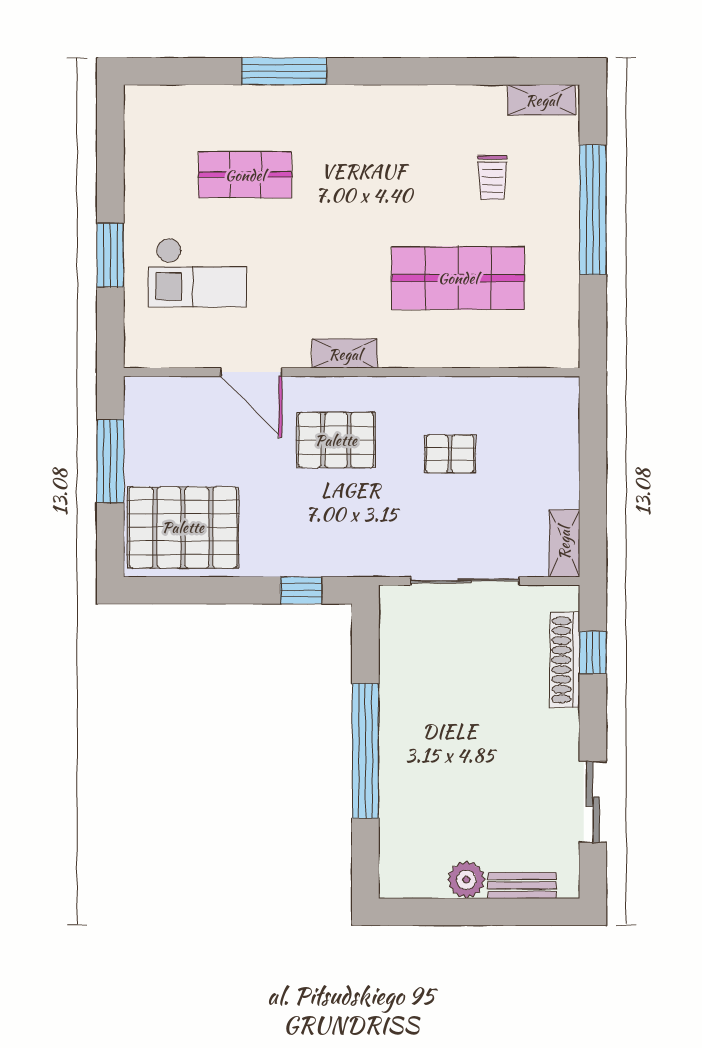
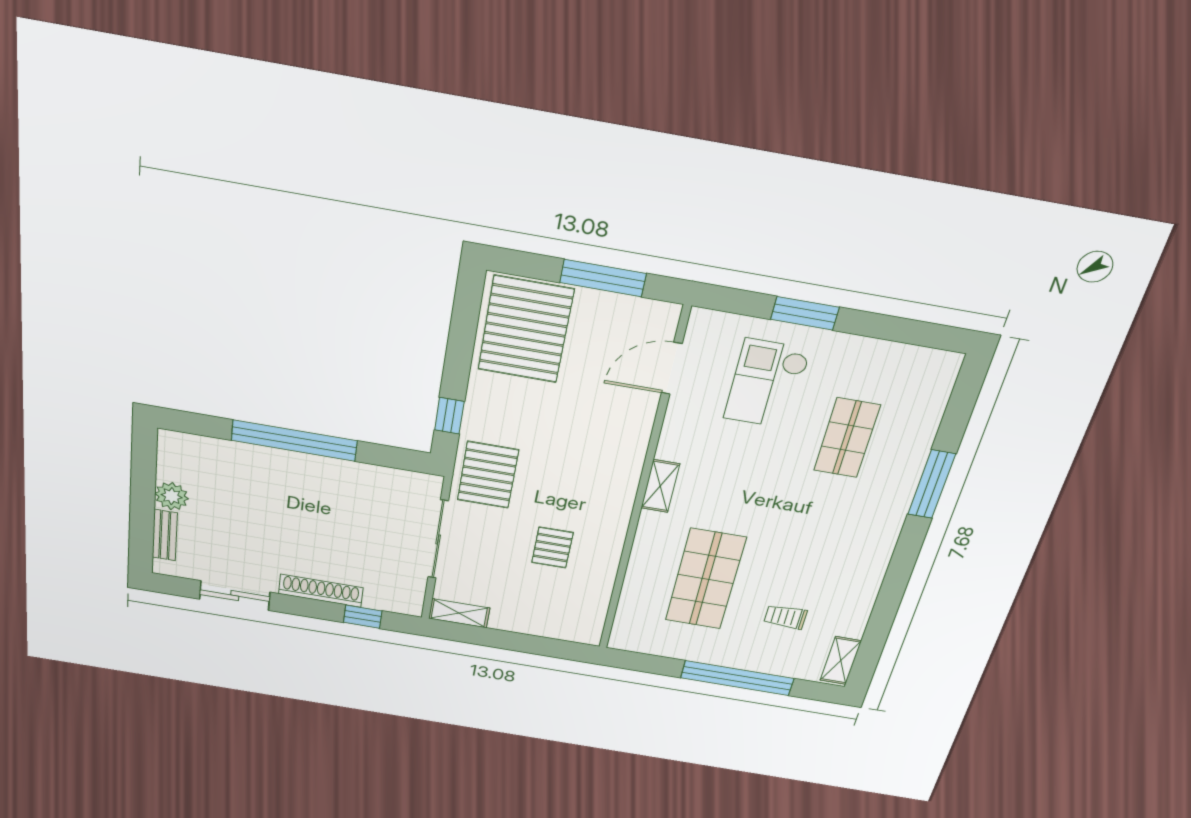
door: (251, 372) -> (672, 368), moved
pallet: (336, 440) -> (488, 475), moved
shoe rack: (565, 660) -> (321, 591), moved

